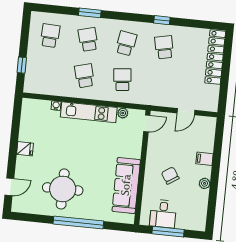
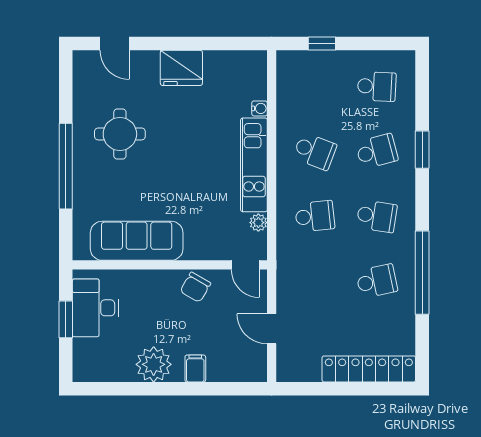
window: (162, 20) -> (422, 273), width x3.17
school desk: (84, 76) -> (315, 151), turned 36
fridge: (25, 149) -> (181, 68), width x1.88, depth x1.34
chair: (170, 176) -> (195, 287), moved, turned 153
plant: (205, 183) -> (154, 364), width x1.88, depth x1.88
round table: (63, 189) -> (120, 134), width x0.73, depth x0.73
desk: (163, 214) -> (95, 308), width x1.37
window: (168, 232) -> (66, 319), width x0.69

